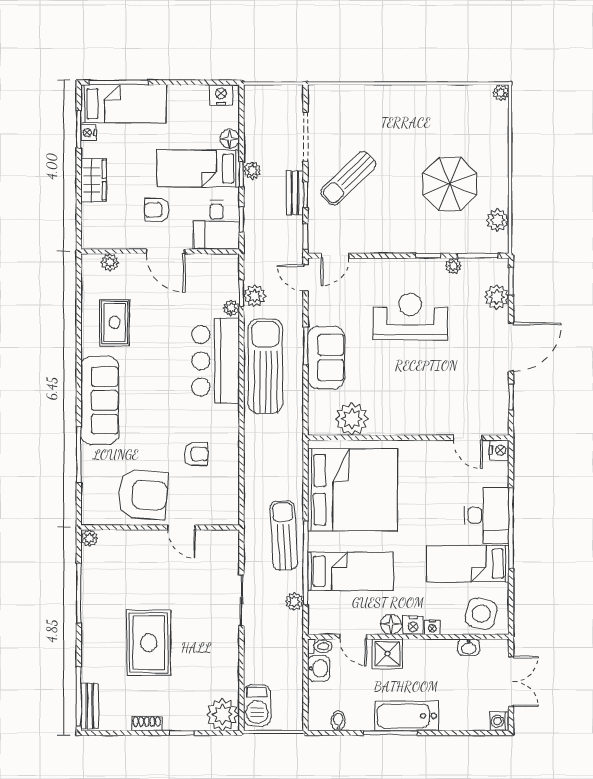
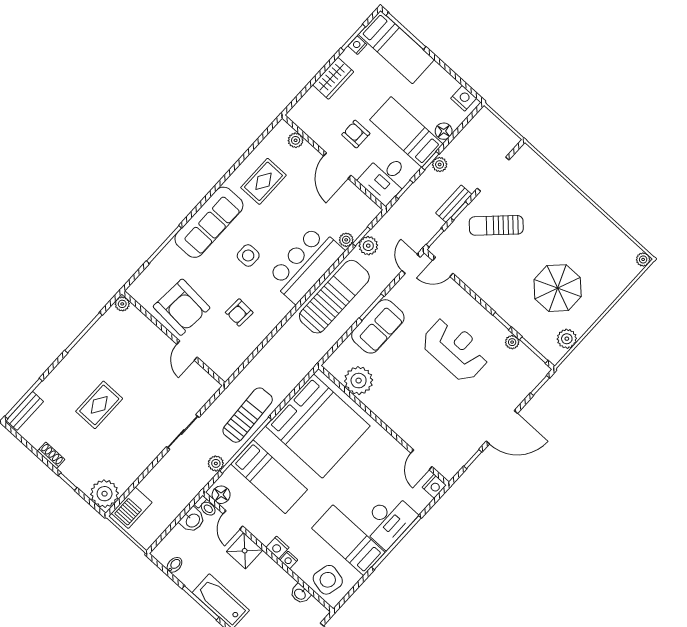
plant: (497, 297) -> (522, 387), removed
side table: (159, 398) -> (248, 256), added
armchair: (196, 454) -> (239, 312), turned 93
floor lamp: (391, 624) -> (221, 495), moved
rug: (149, 643) -> (99, 405), width x0.73, depth x0.70

